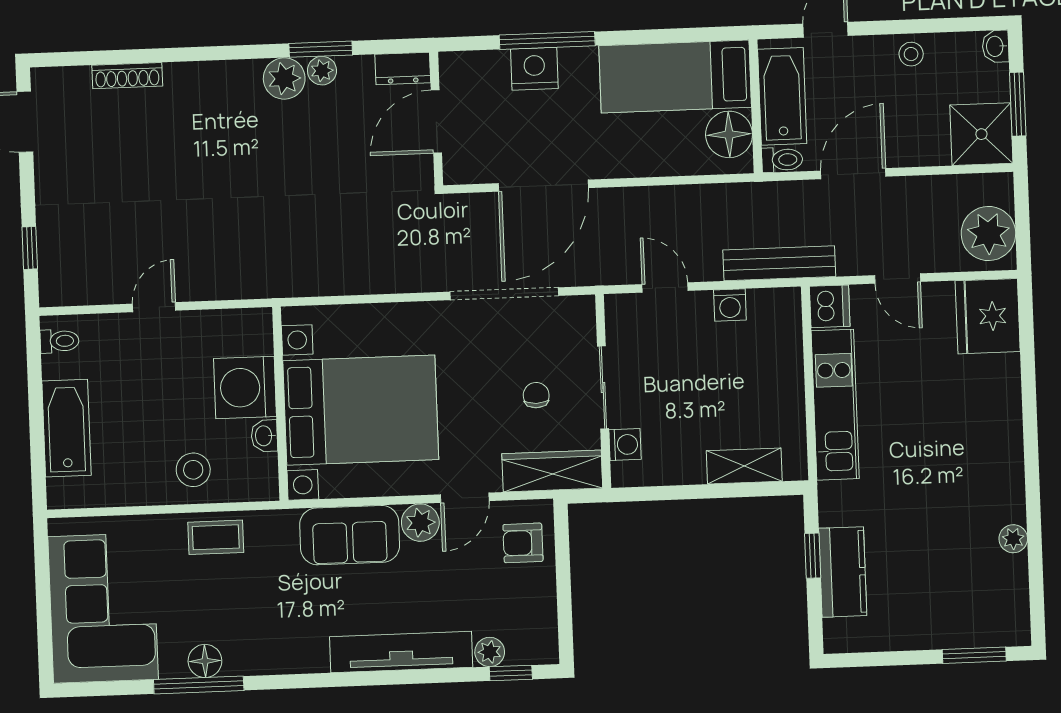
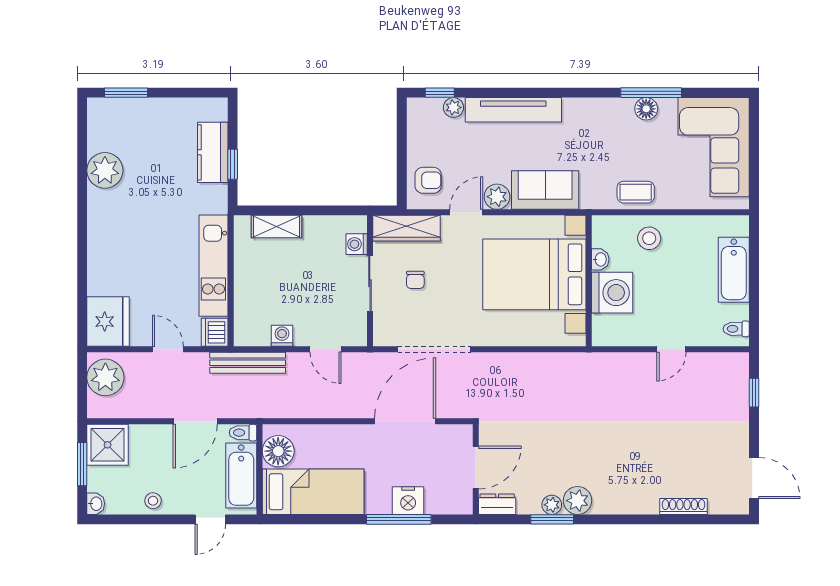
plant: (1013, 539) -> (105, 170), width x1.87, depth x1.87

